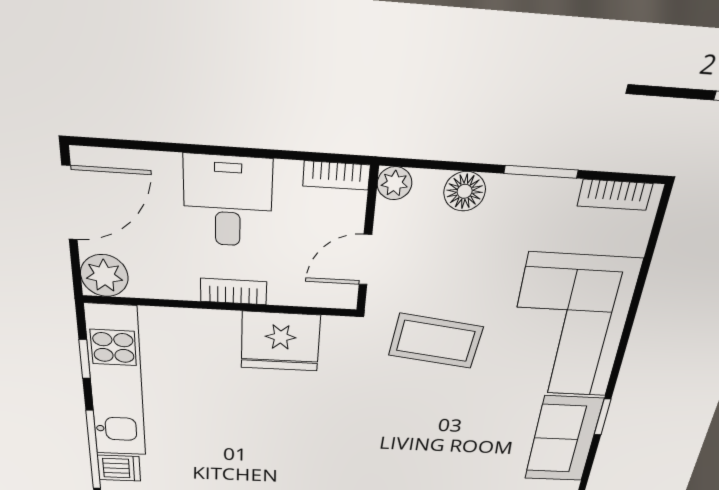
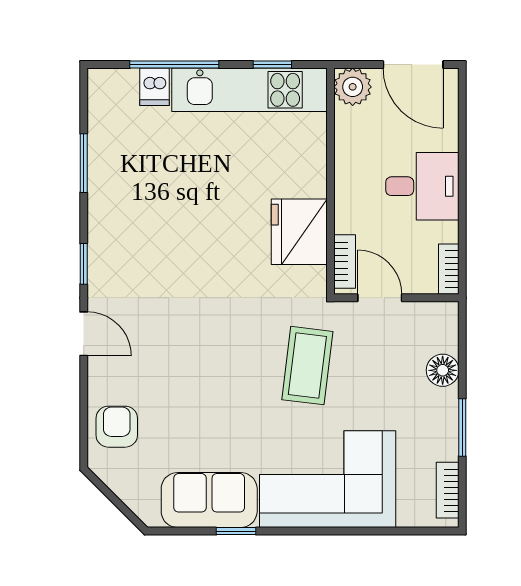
plant: (394, 183) -> (445, 315), removed
bookcase: (234, 291) -> (345, 262), moved

